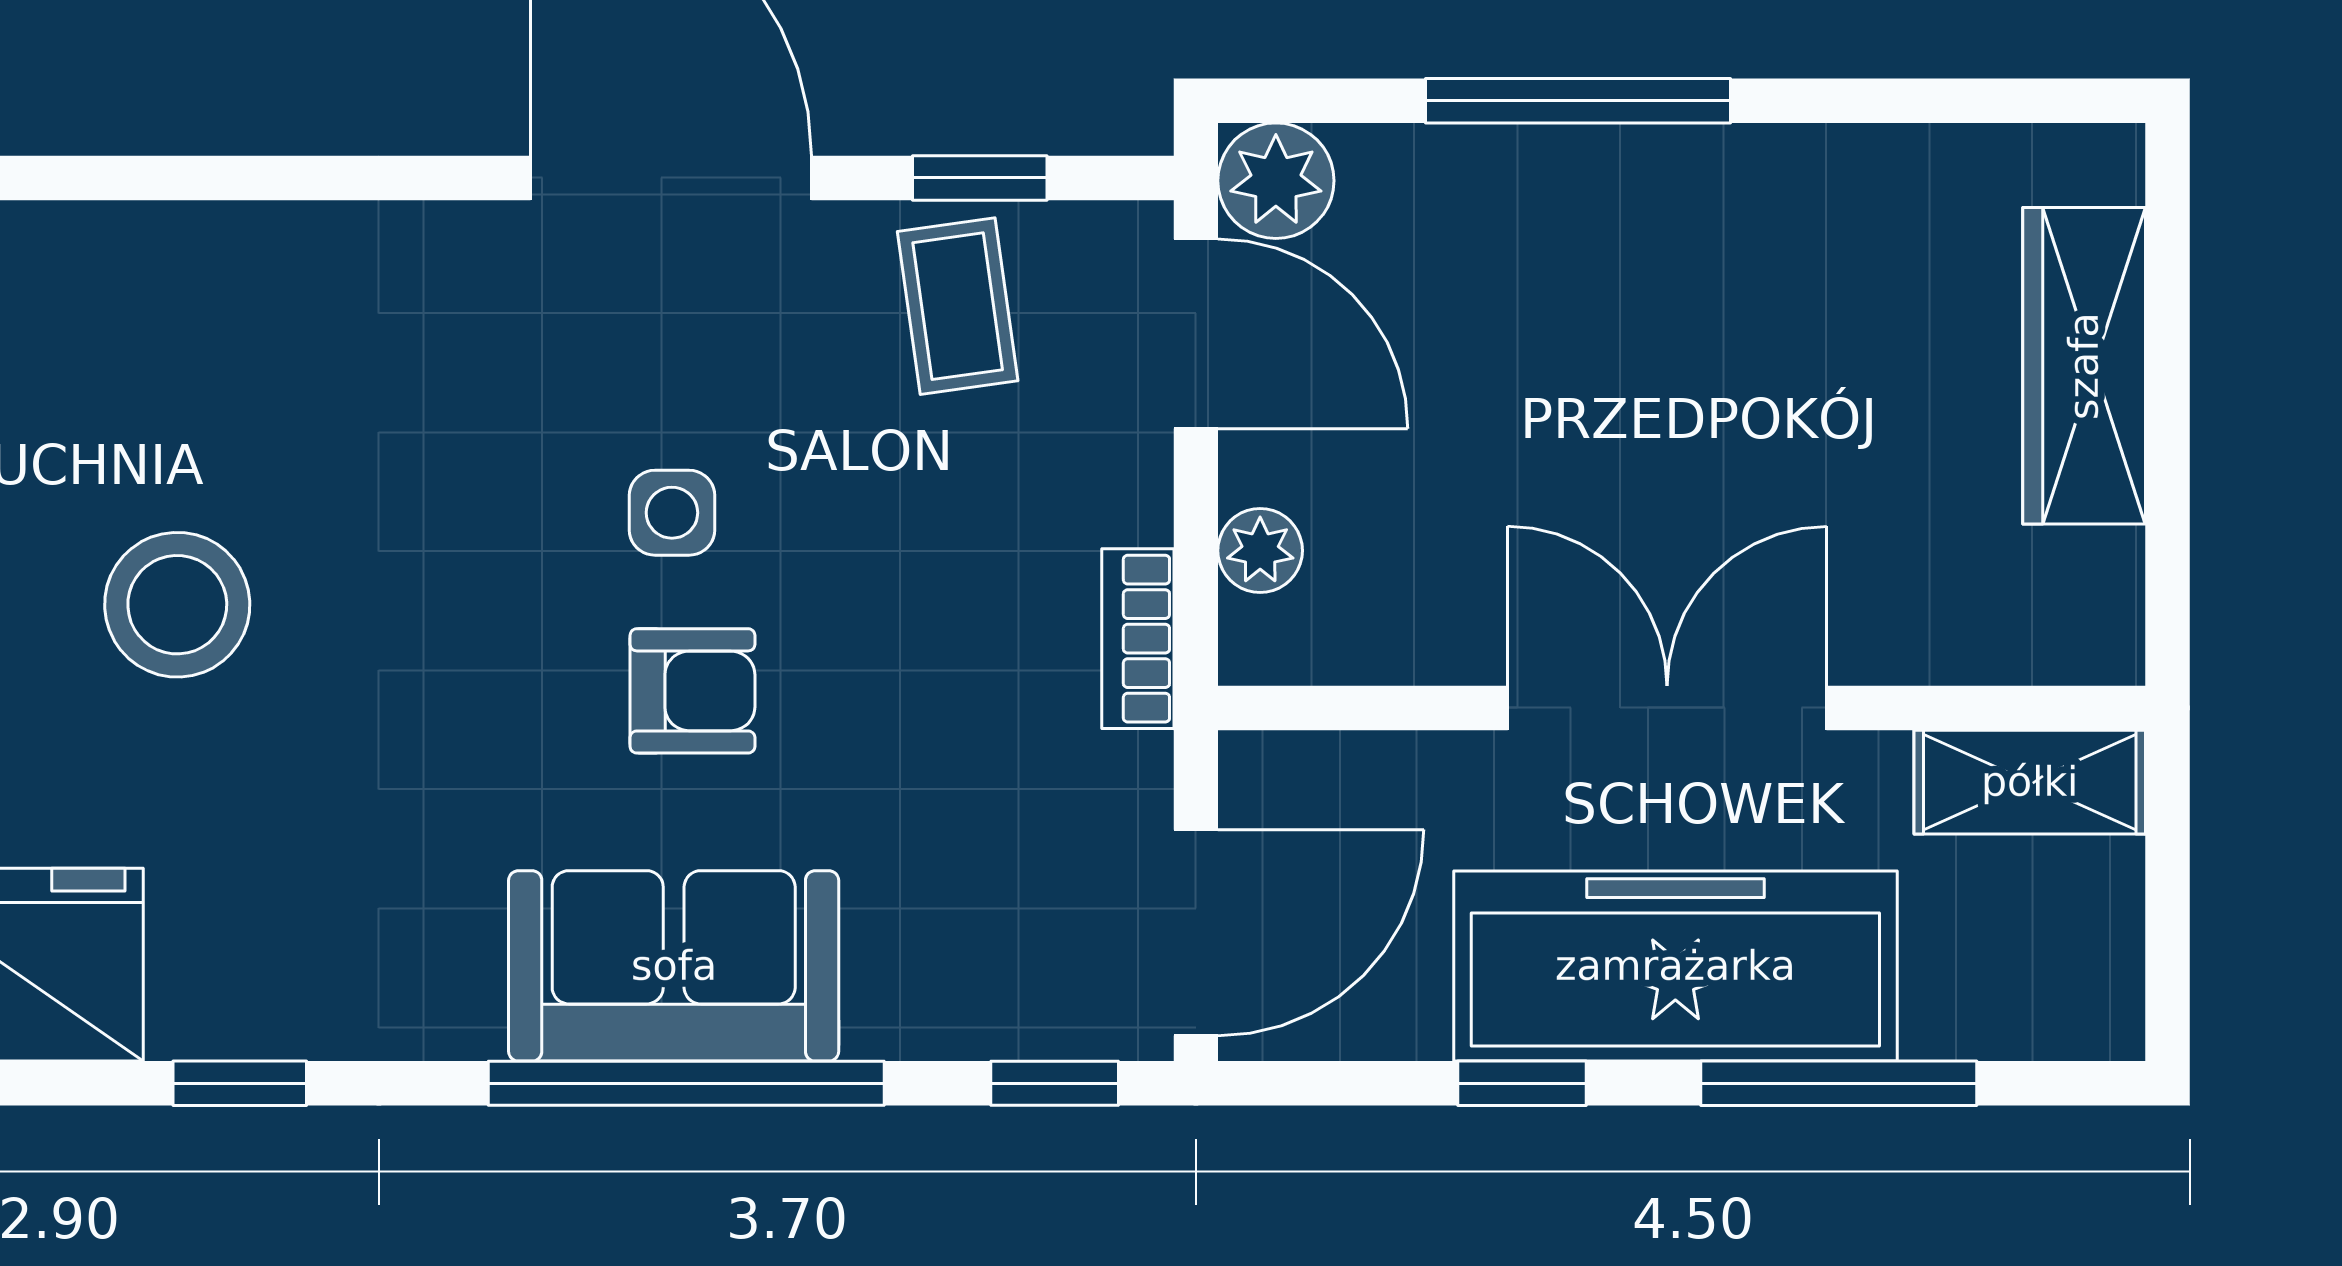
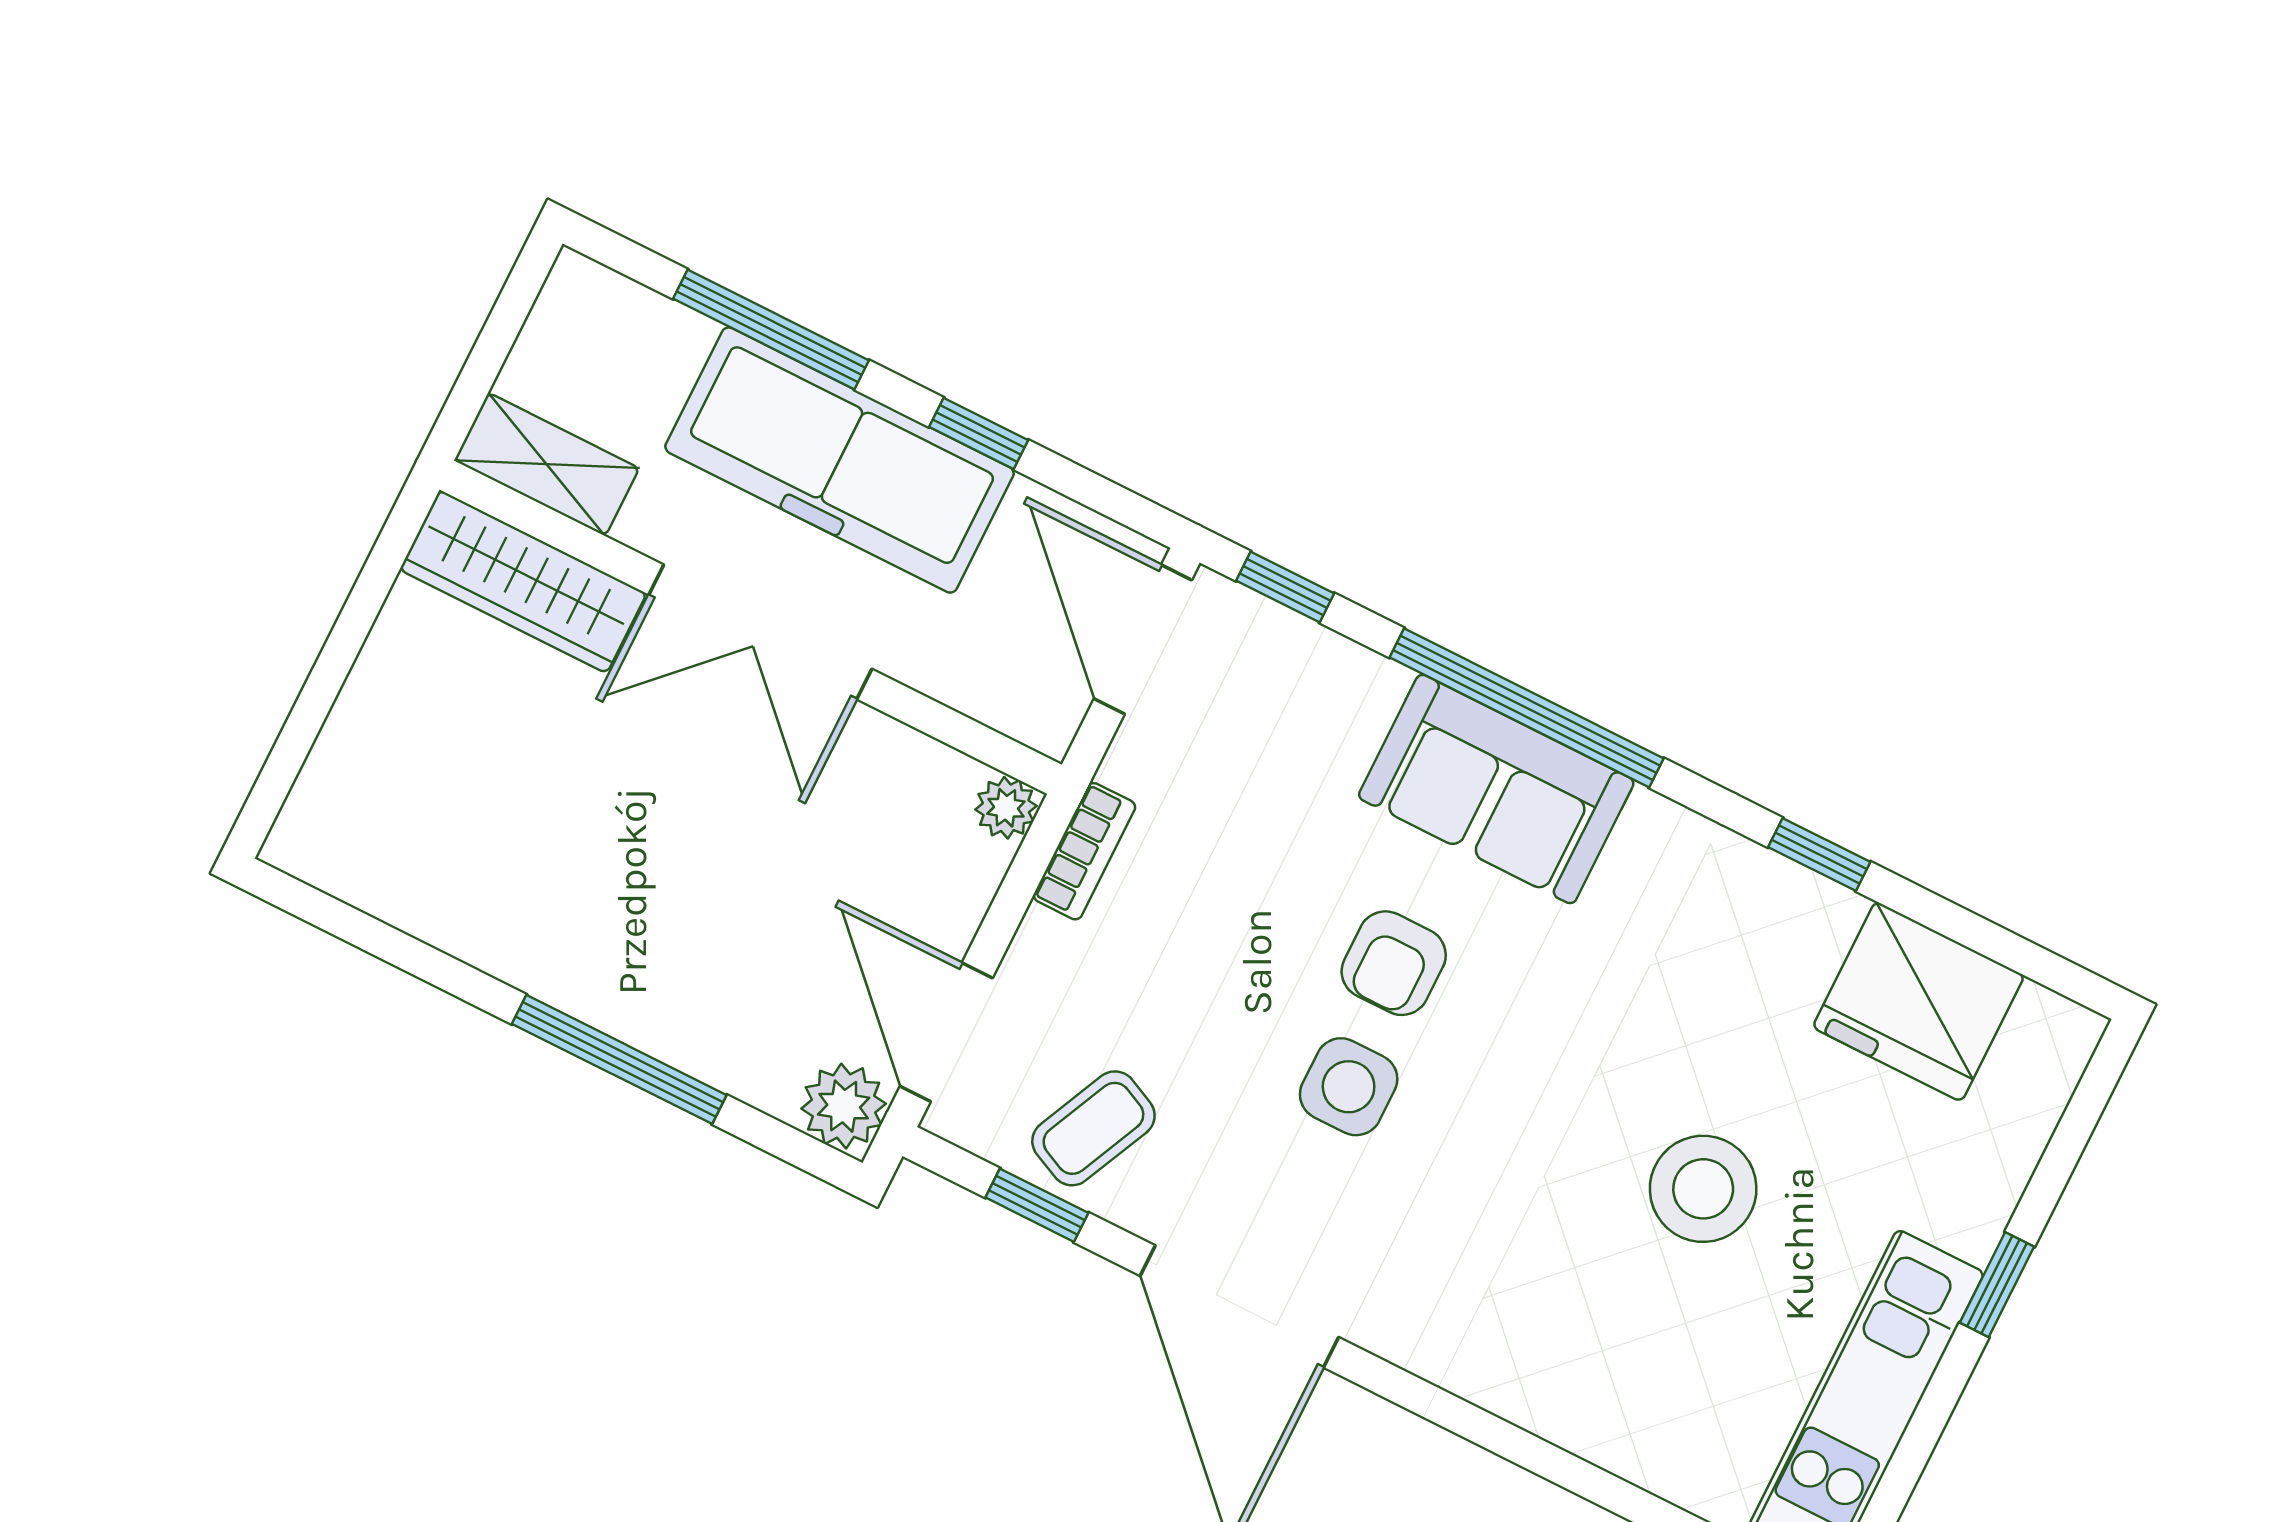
coffee table: (958, 306) -> (1093, 1128), turned 33
wardrobe: (2084, 366) -> (523, 582), moved, turned 90
side table: (672, 513) -> (1349, 1087), width x1.37, depth x1.37
plant: (1260, 551) -> (1006, 808), moved
armchair: (692, 691) -> (1394, 963), turned -90
door: (1196, 933) -> (1143, 639), hinge flipped

